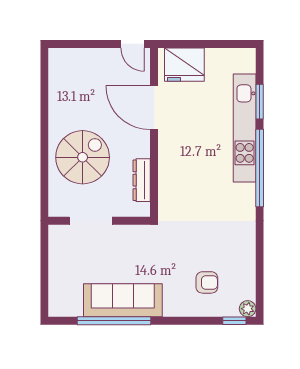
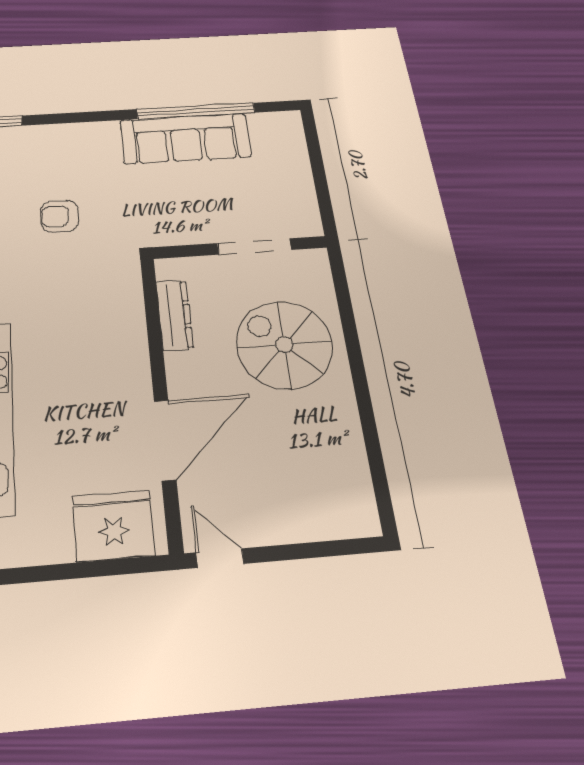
door: (154, 108) -> (165, 440), hinge flipped
spiral stairs: (83, 157) -> (284, 345), turned 90
armchair: (207, 282) -> (59, 216), moved

